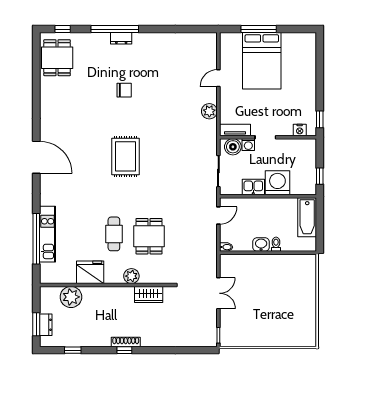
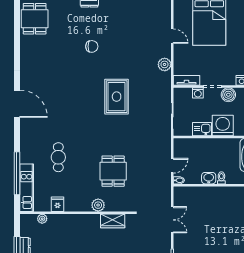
door: (218, 78) -> (172, 36), swing flipped
boiler: (233, 147) -> (228, 95), moved
rug: (125, 156) -> (117, 97), moved
door: (218, 216) -> (172, 166), moved
kitchen unit: (48, 234) -> (27, 188), moved
cafe table: (114, 234) -> (58, 157), moved
fridge: (90, 272) -> (58, 204), width x0.53, depth x0.75
plant: (71, 297) -> (42, 219), width x0.53, depth x0.53

